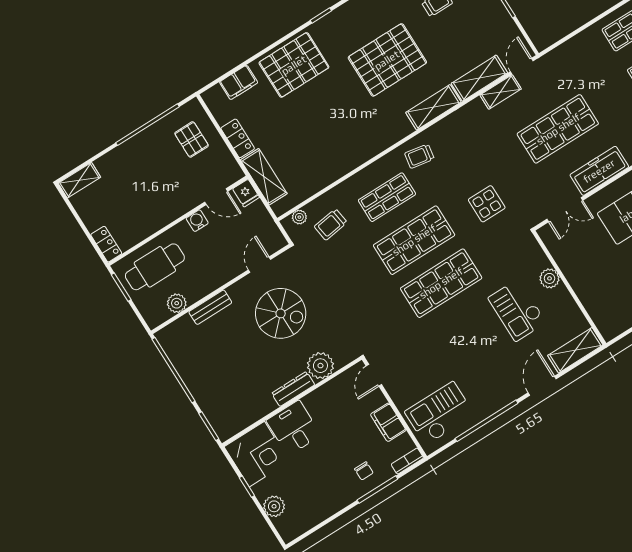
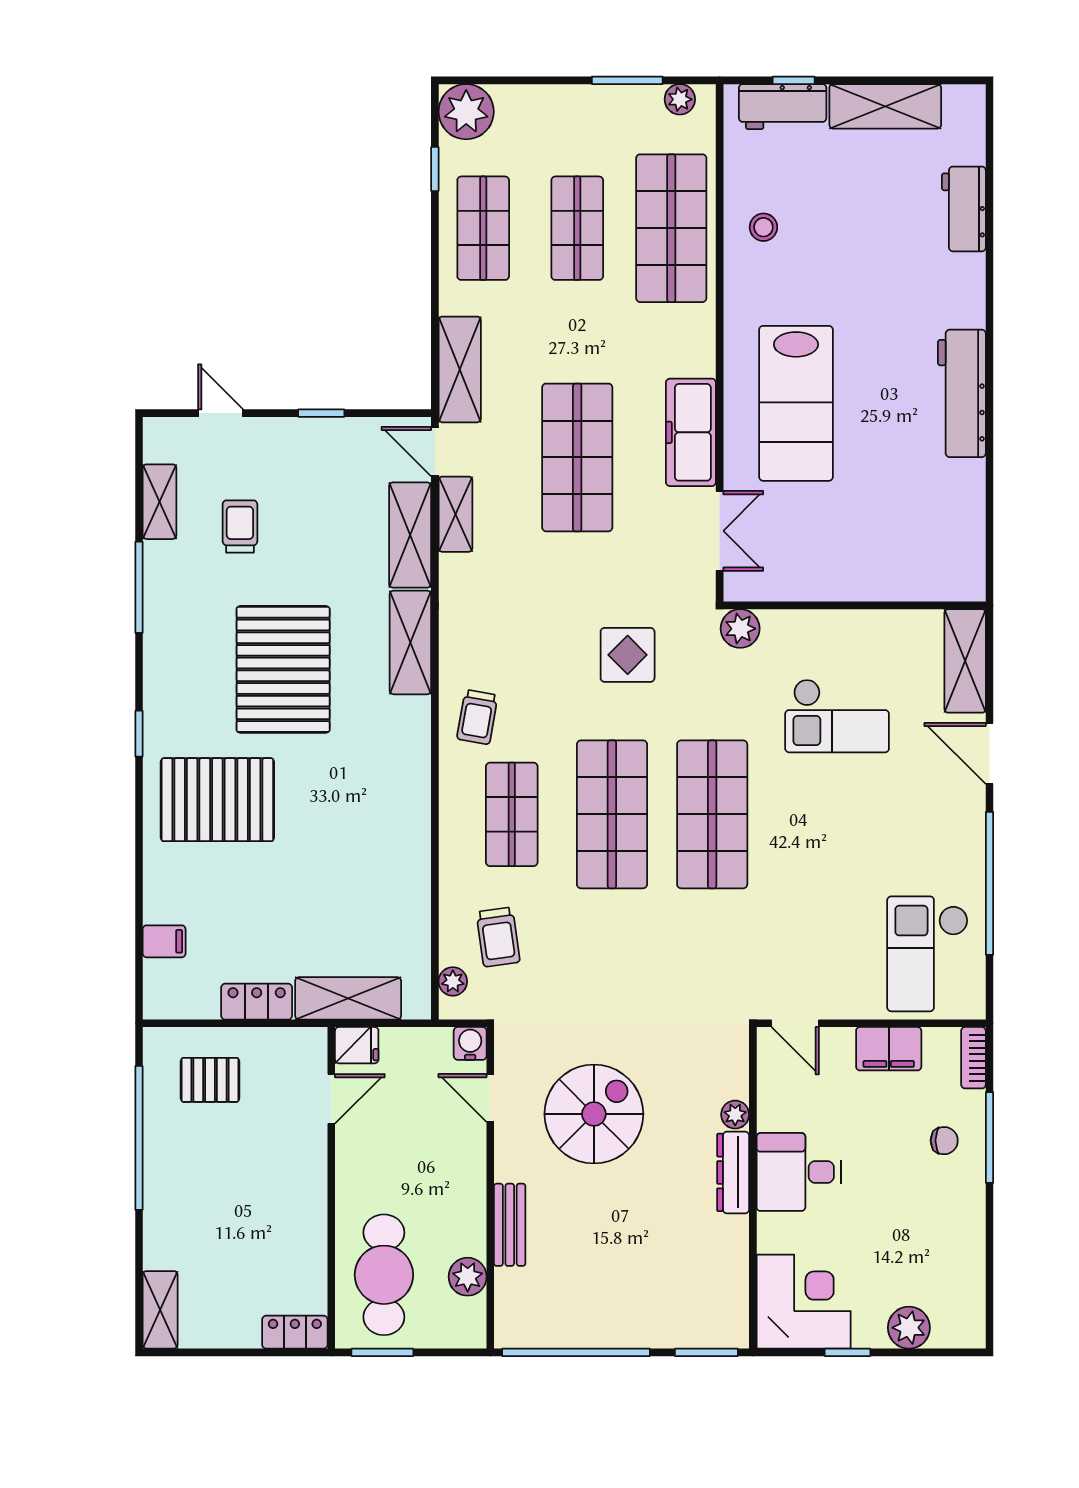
shelving: (564, 55) -> (460, 369), added
pallet: (294, 65) -> (217, 800), moved, turned 90
filing cabinet: (239, 82) -> (164, 941), width x0.50
water cooler: (197, 221) -> (470, 1043), moved, turned 90
plant: (549, 278) -> (740, 629), moved
plant: (320, 366) -> (735, 1115), width x0.53, depth x0.53
desk: (294, 428) -> (799, 1172), moved

